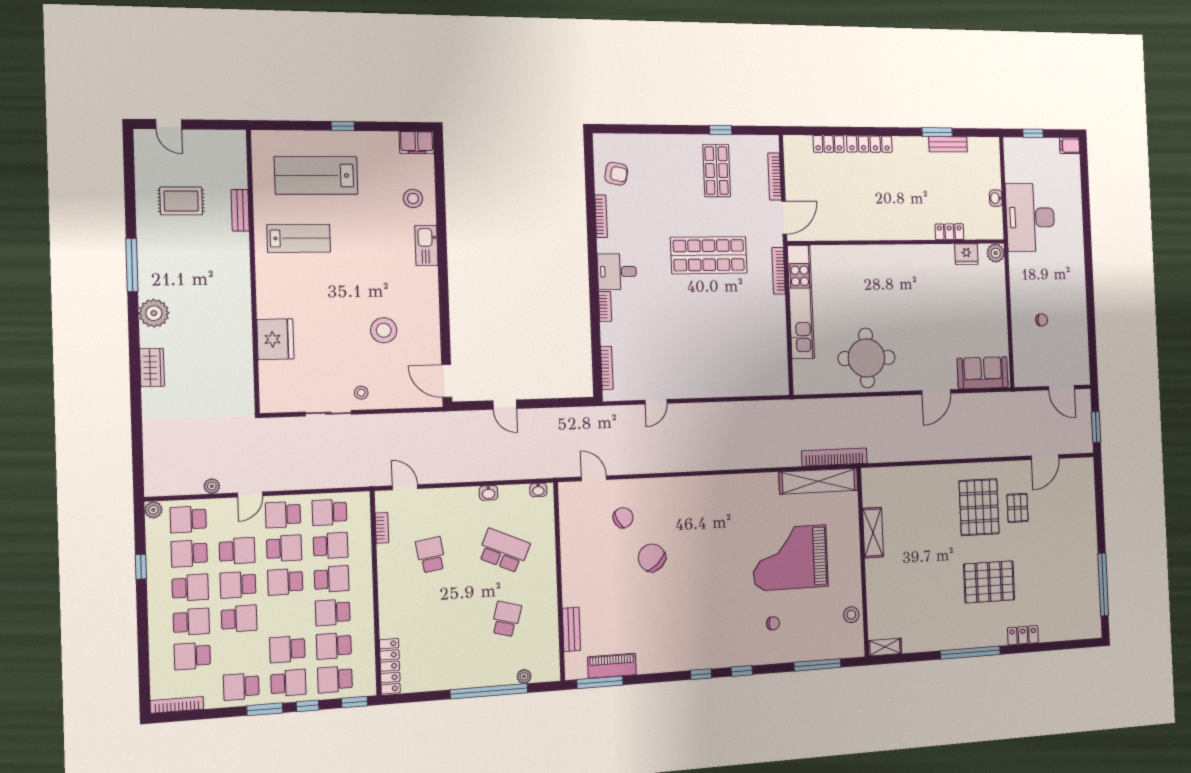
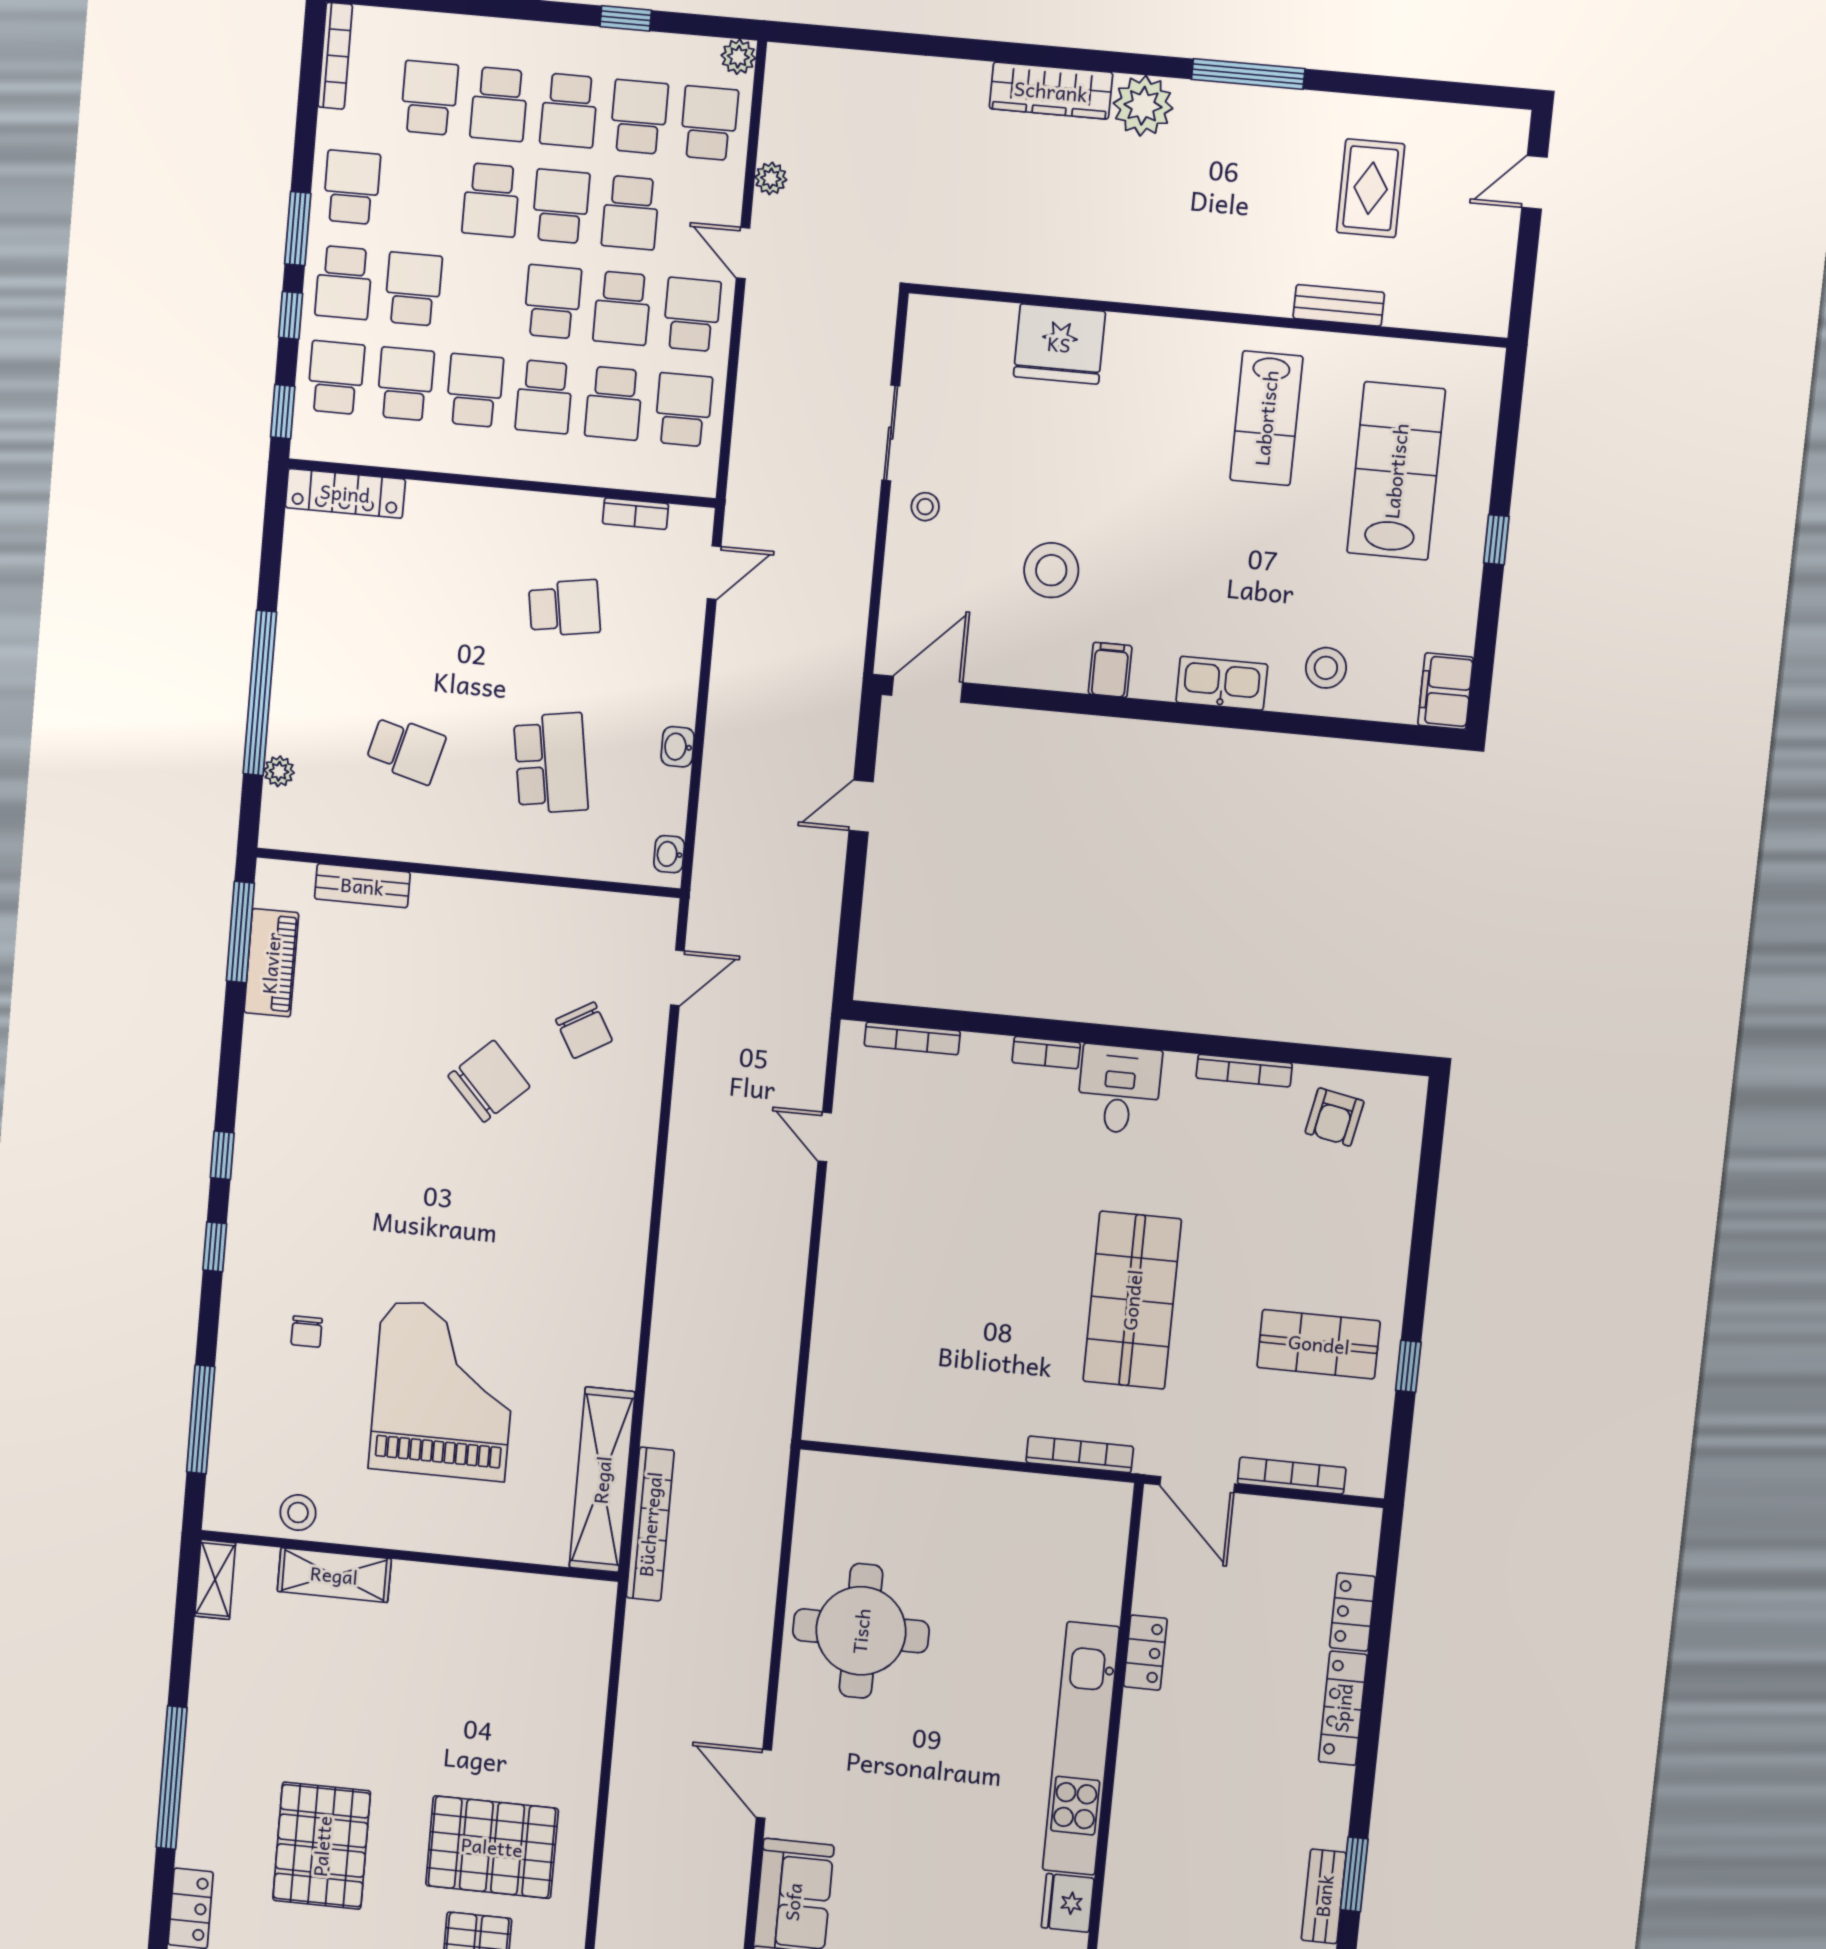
locker: (949, 232) -> (1145, 1653), moved
filing cabinet: (427, 298) -> (1110, 670), added
kitchen unit: (801, 302) -> (1081, 1749), moved, turned 90
wardrobe: (152, 367) -> (1051, 91), width x1.50
shelving: (873, 533) -> (334, 1575), moved
school desk: (504, 551) -> (551, 763), turned -33

